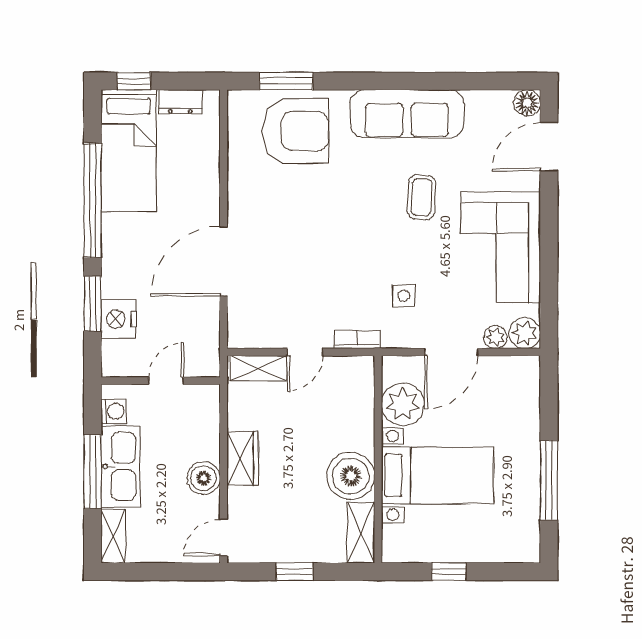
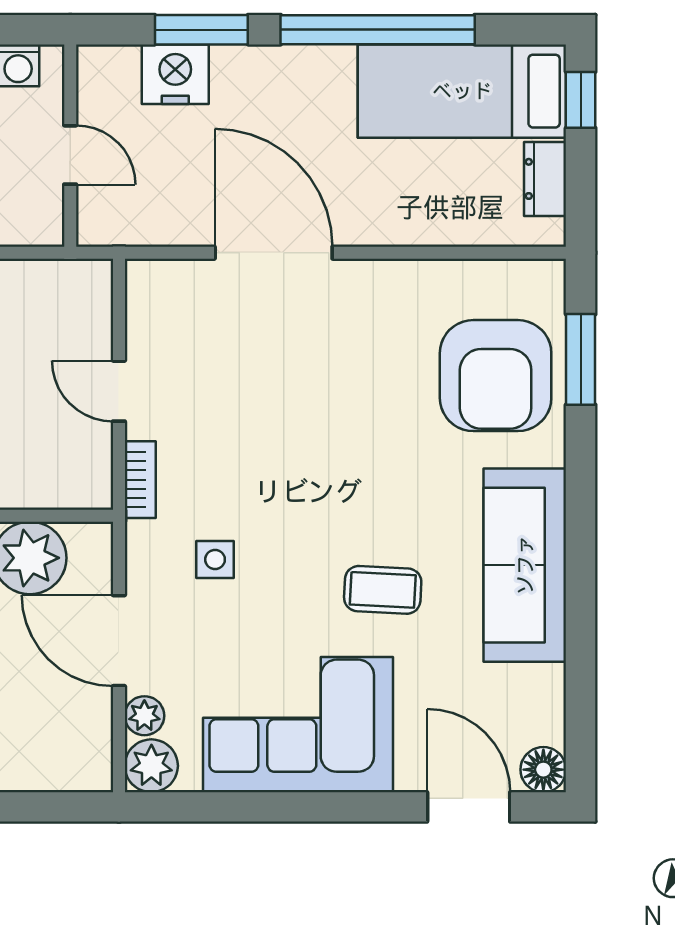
shelving: (258, 368) -> (91, 312), removed

